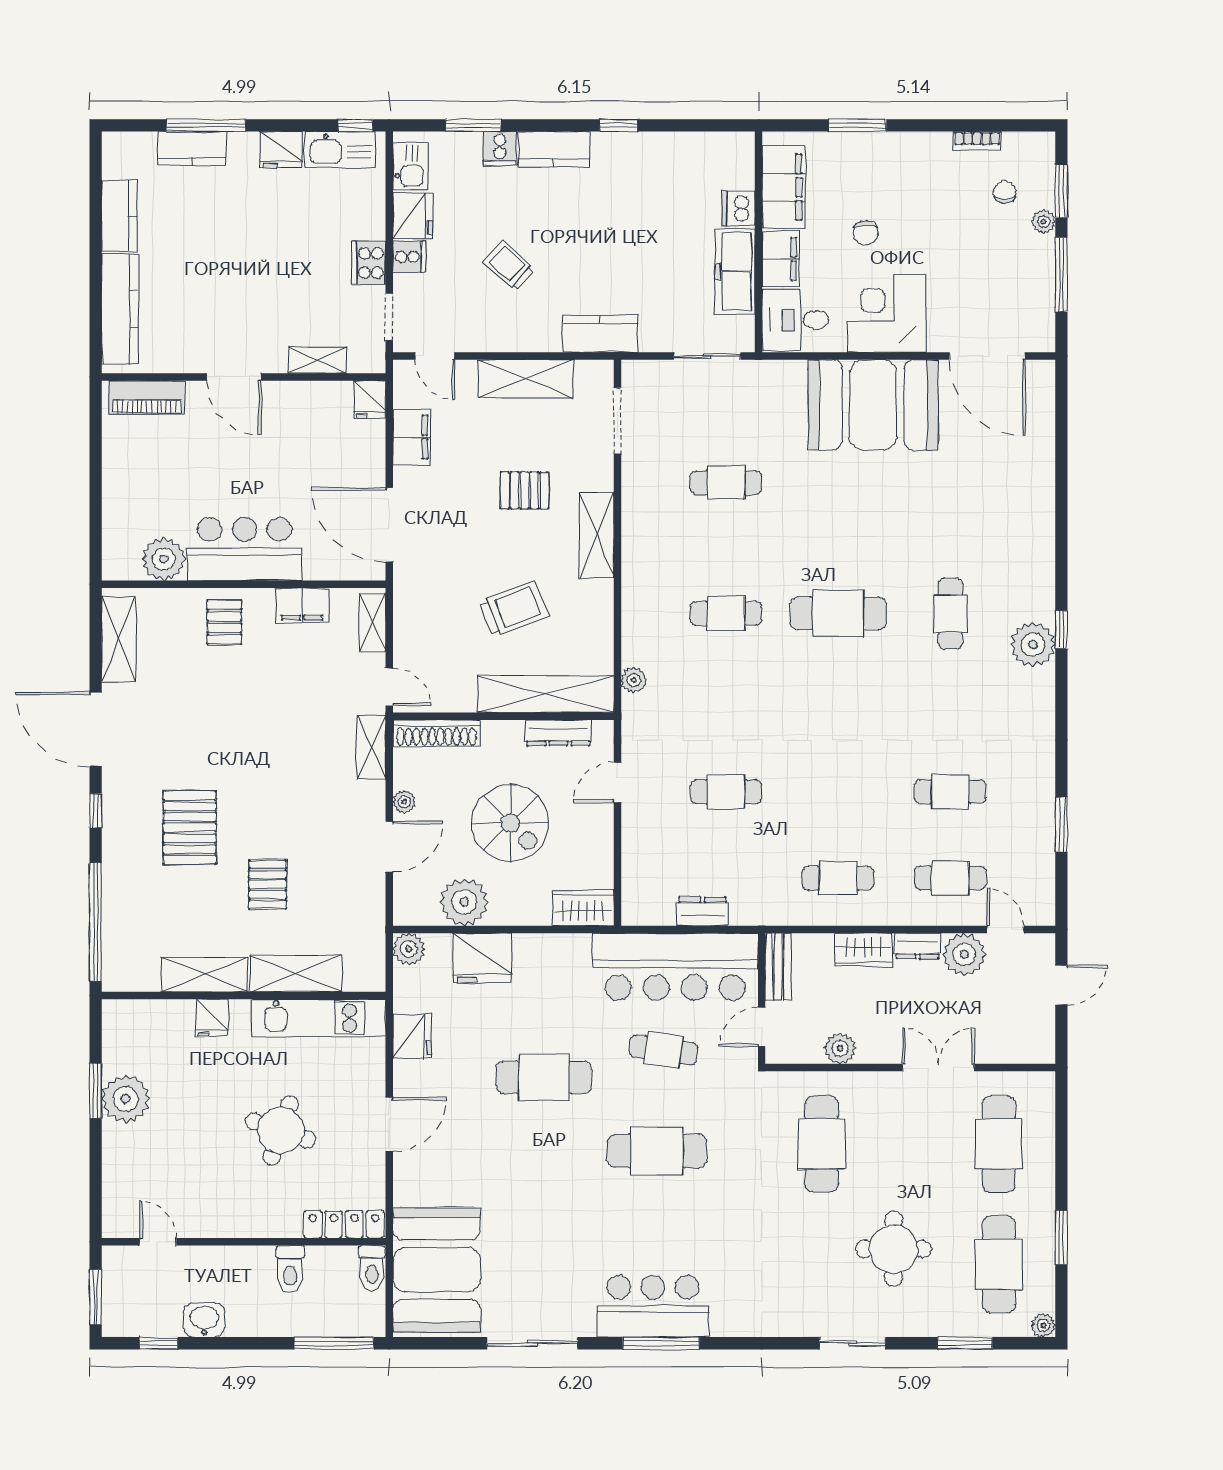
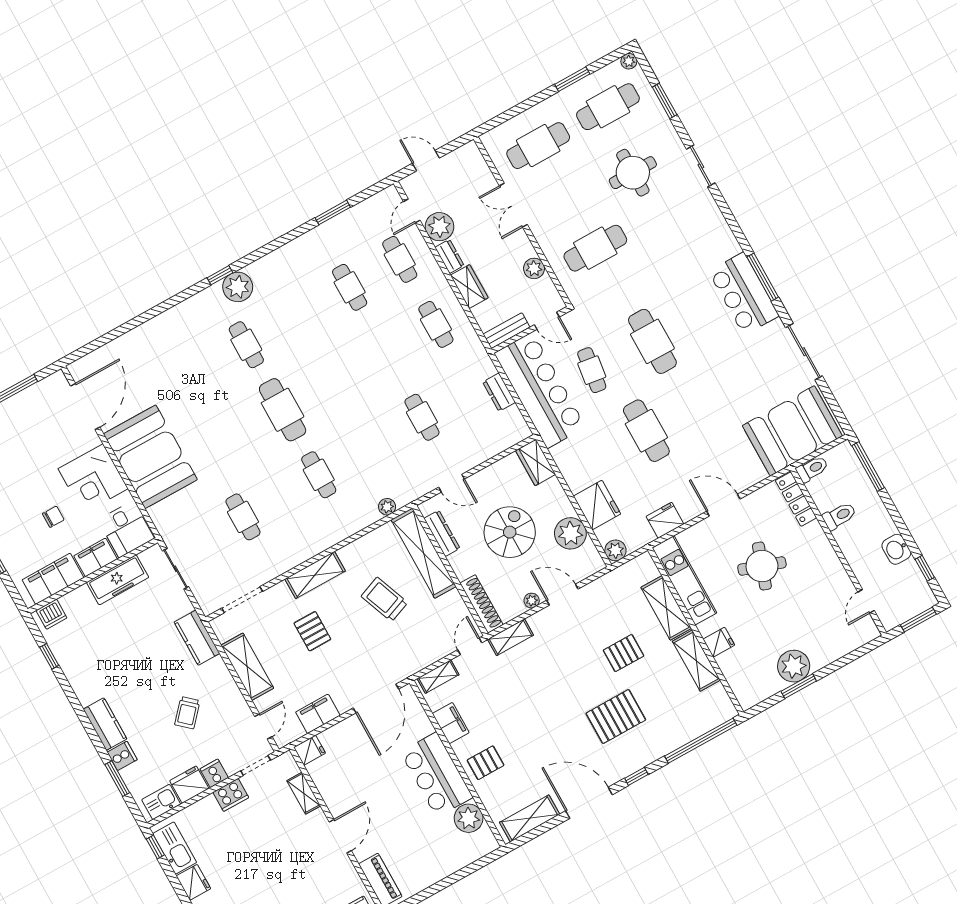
window: (619, 125) -> (49, 656), moved
dishwasher: (738, 208) -> (51, 614), moved
cafe table: (950, 613) -> (246, 345), turned 90
door: (96, 729) -> (589, 803), swing flipped

